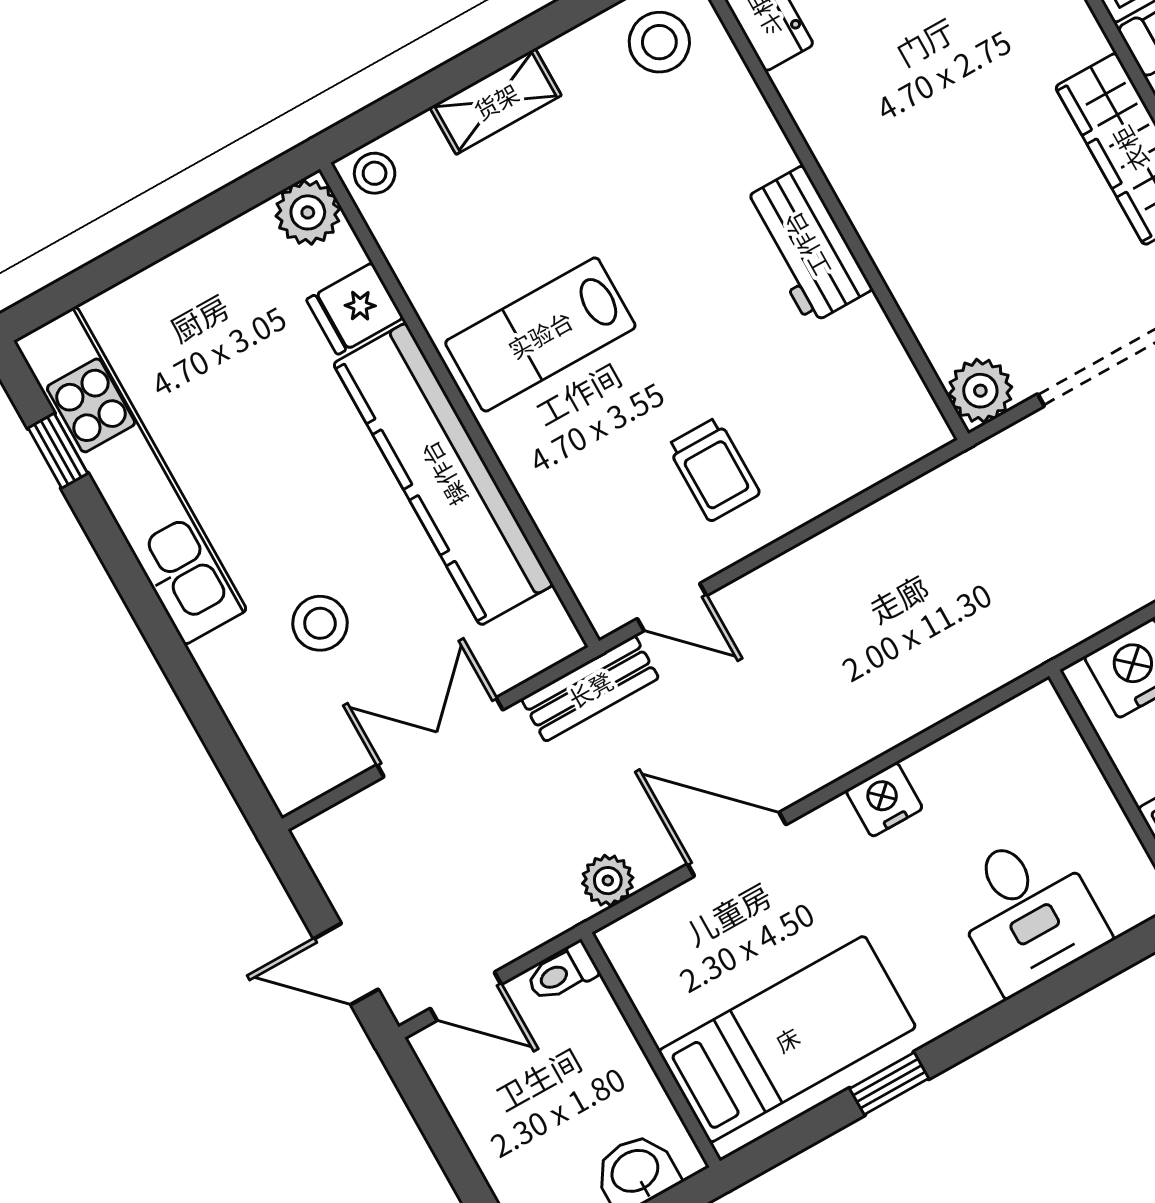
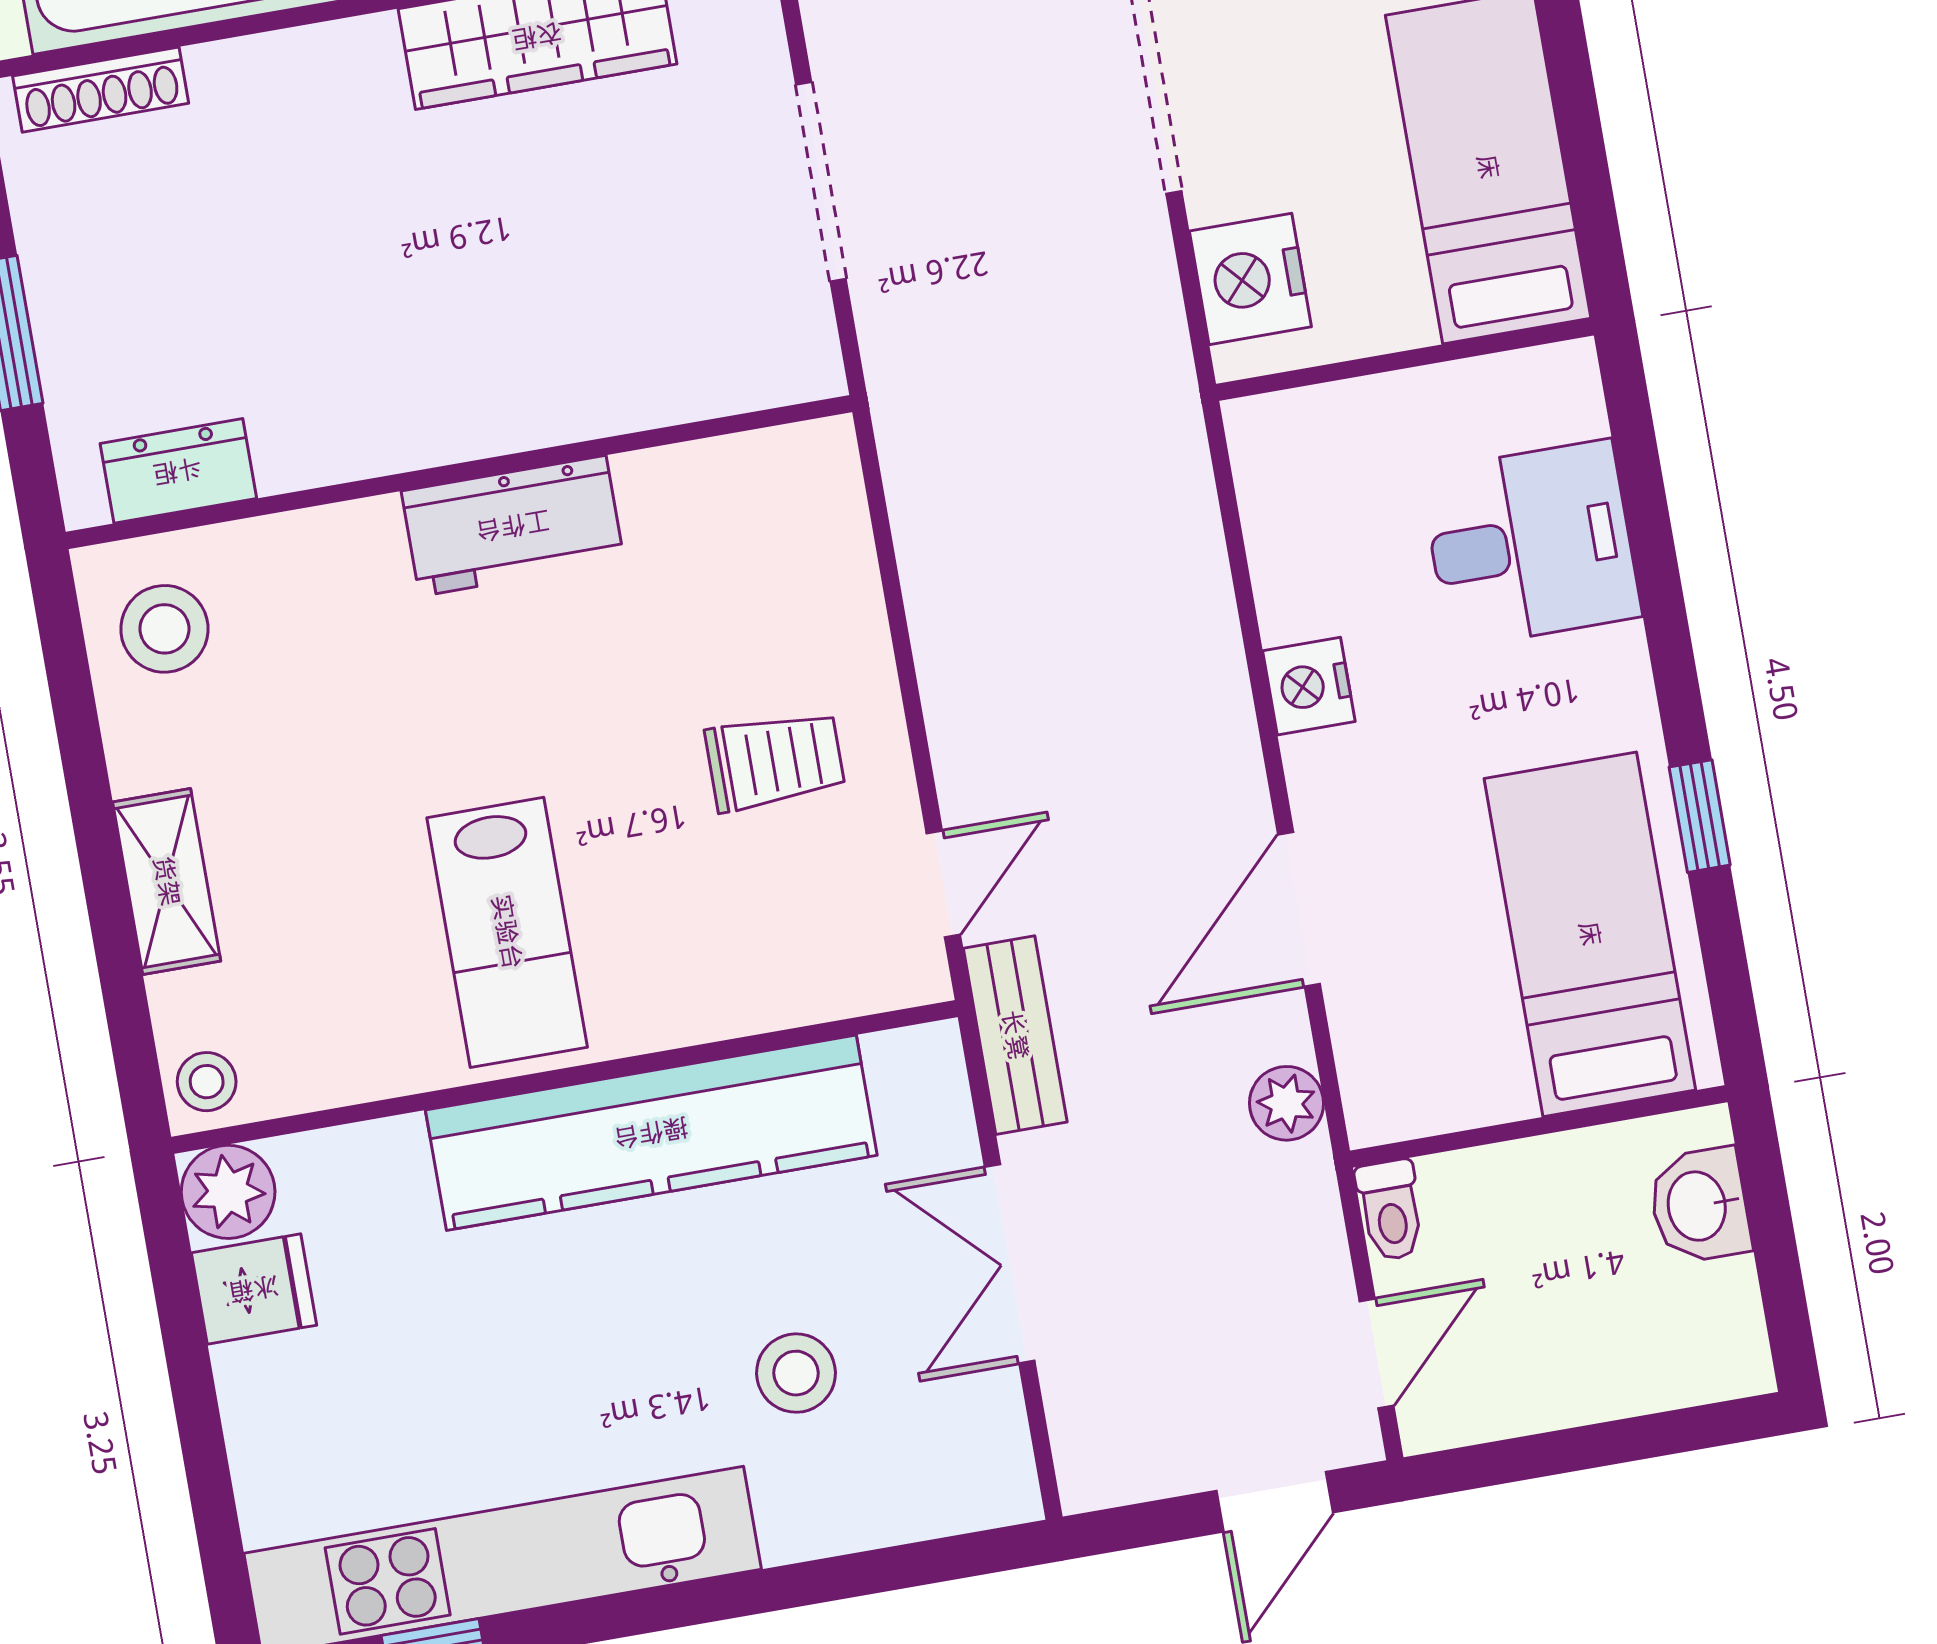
fridge: (355, 309) -> (254, 1289), moved, turned -90
plant: (980, 391) -> (796, 358), removed

